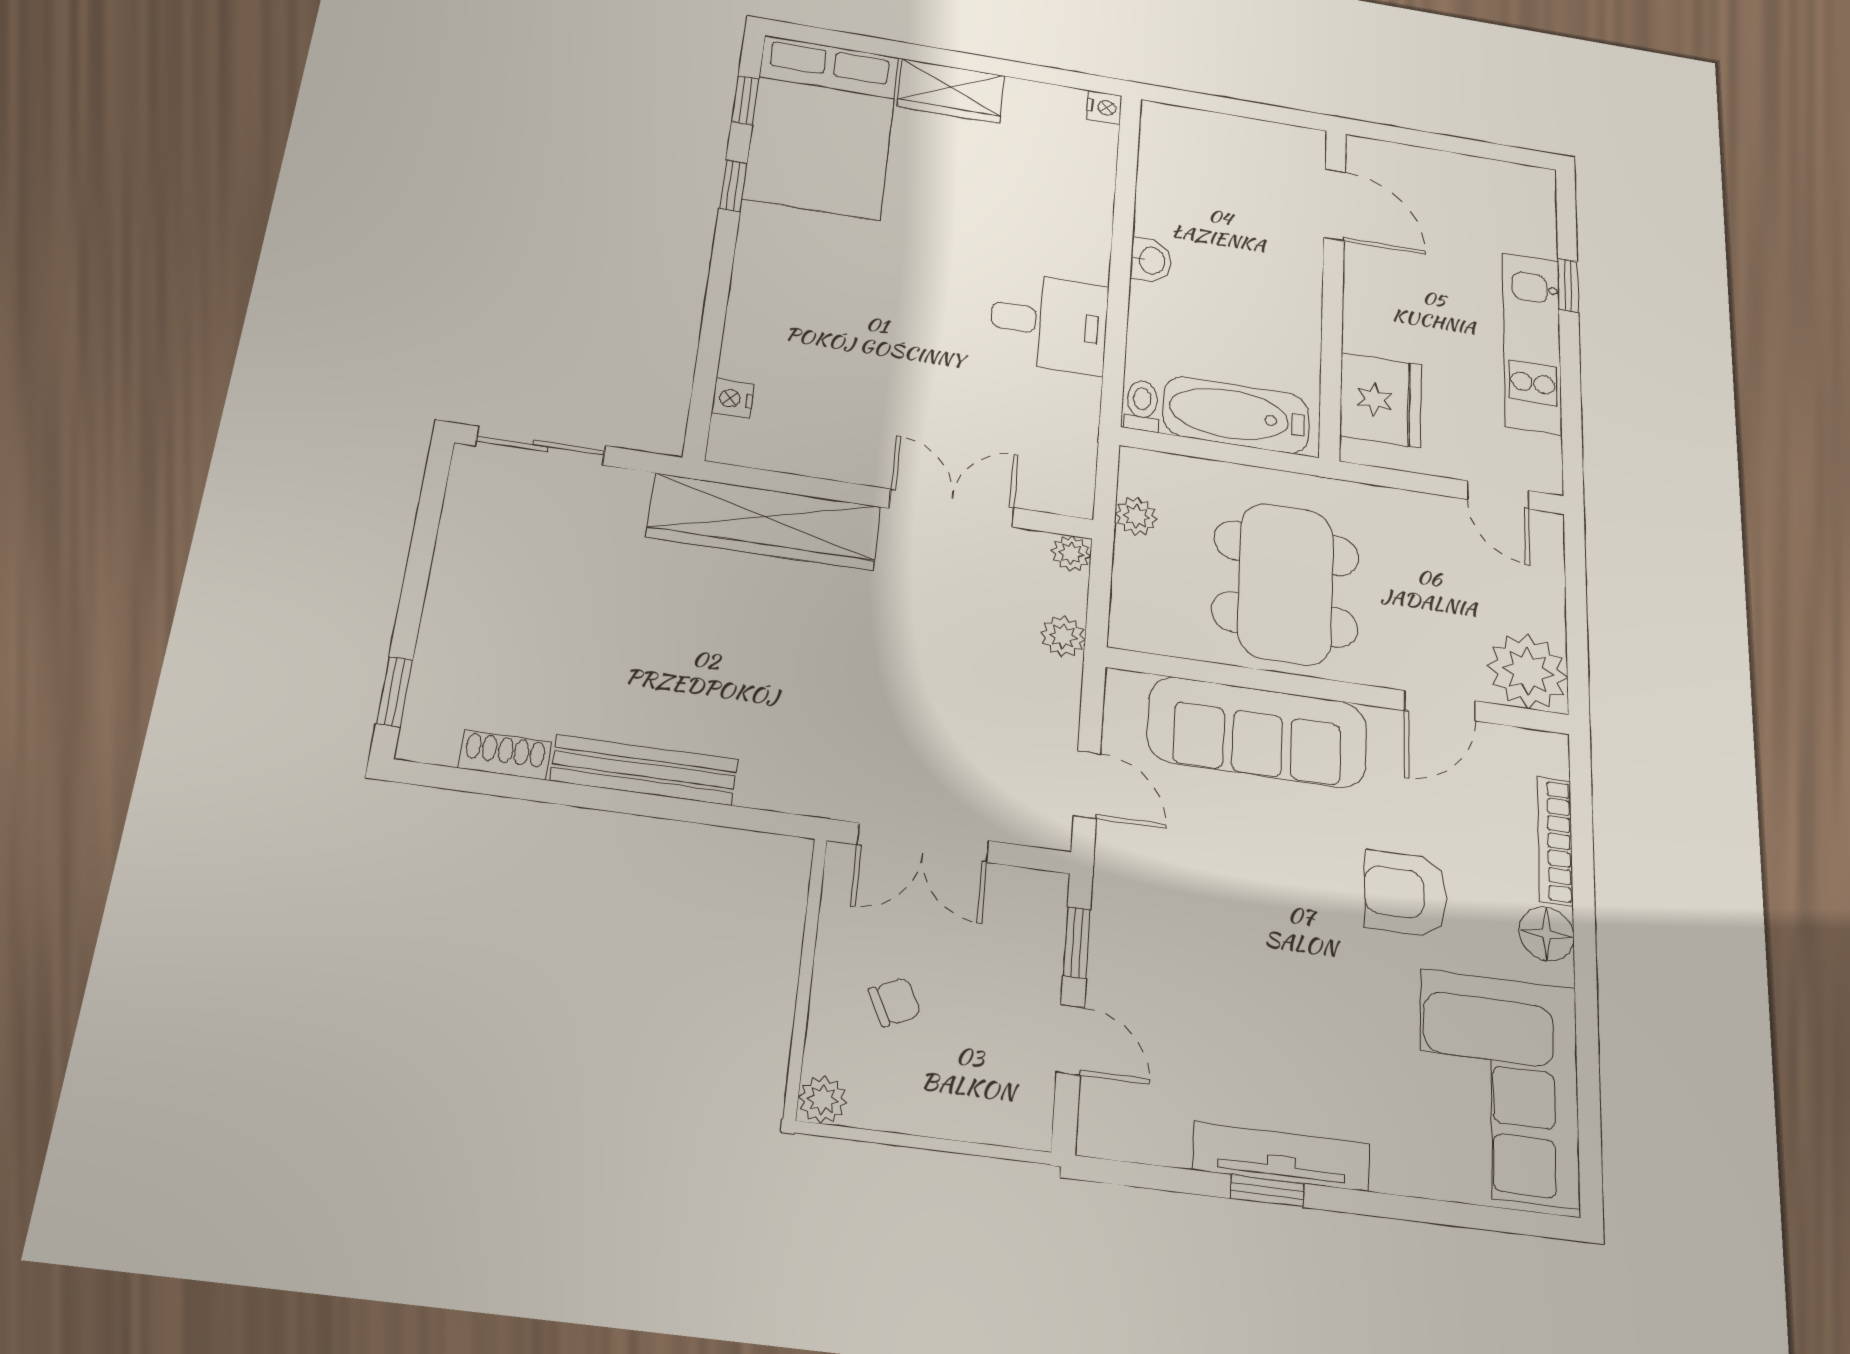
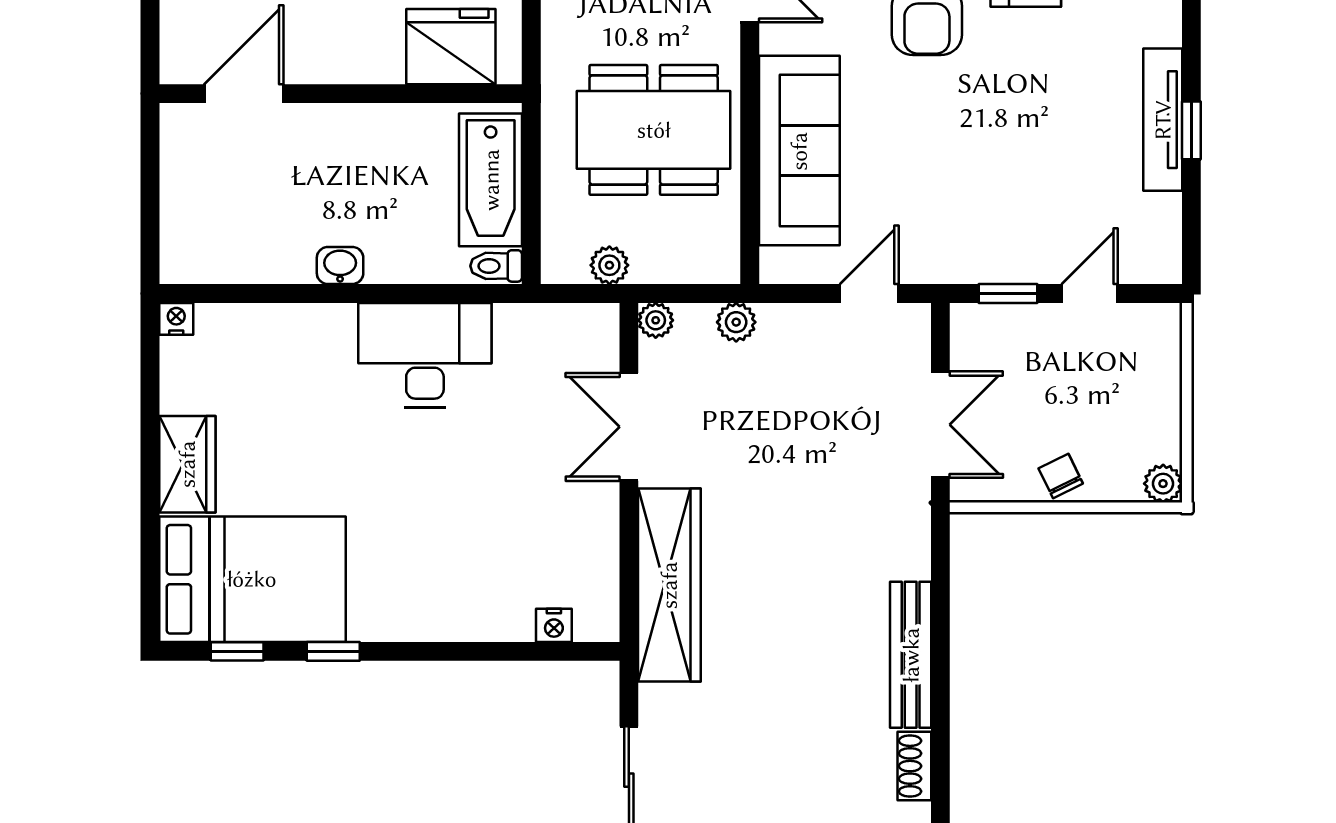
desk: (1049, 323) -> (425, 355), width x1.37
chair: (895, 1002) -> (1061, 476), moved

